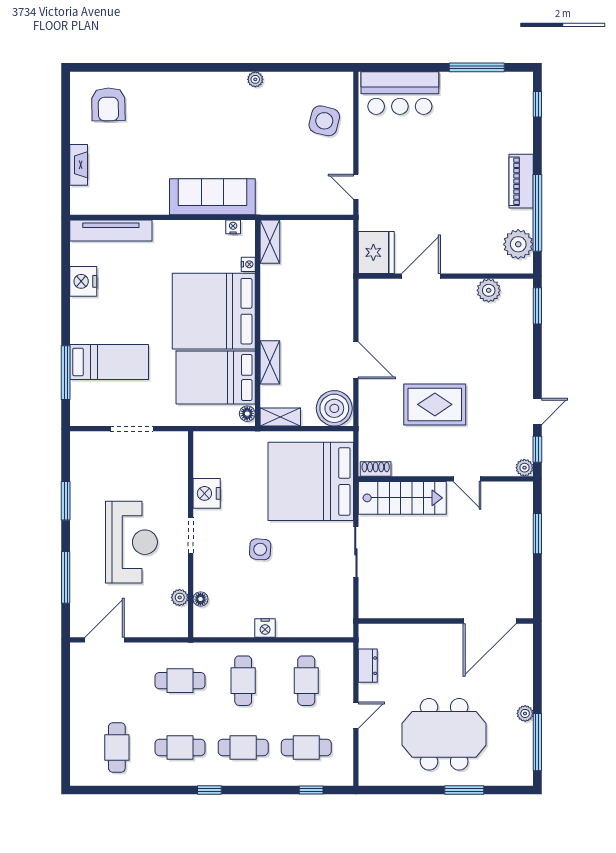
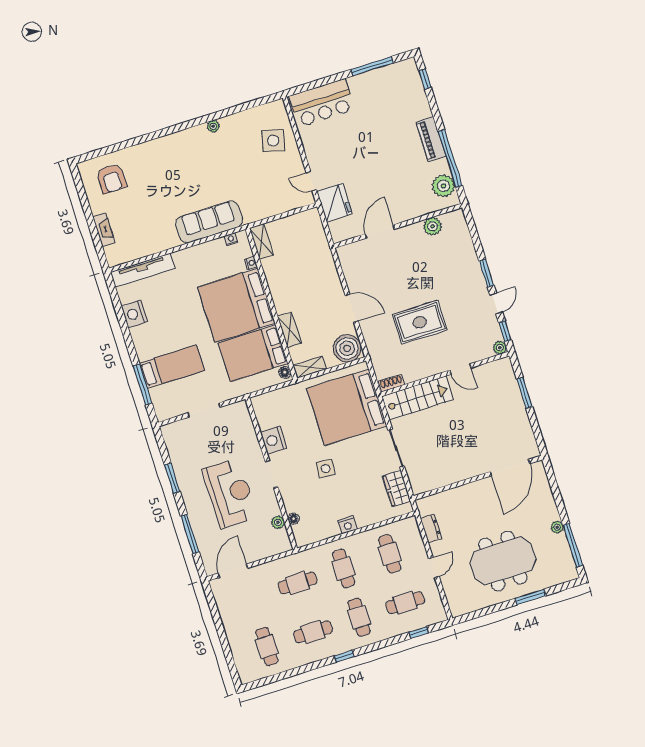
fridge: (376, 252) -> (335, 203), moved
window: (537, 306) -> (486, 273), moved
wardrobe: (341, 602) -> (397, 488), added
cafe table: (243, 747) -> (359, 617), turned 90

